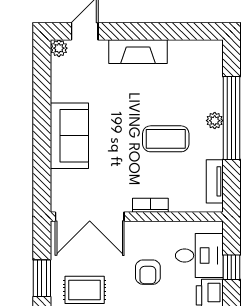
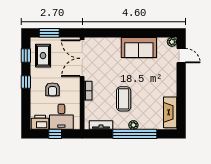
fireplace: (138, 52) -> (170, 112), moved
sofa: (69, 136) -> (139, 47), moved
armchair: (148, 272) -> (52, 89), turned -90

